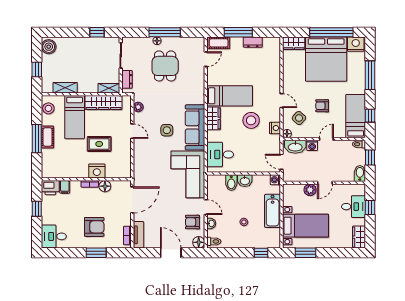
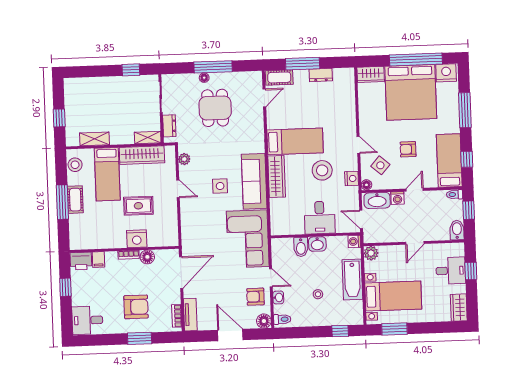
boiler: (49, 47) -> (73, 90), removed
wardrobe: (214, 118) -> (277, 176), width x1.50
desk: (220, 154) -> (320, 218), moved, turned -90
plant: (310, 190) -> (371, 253), moved

